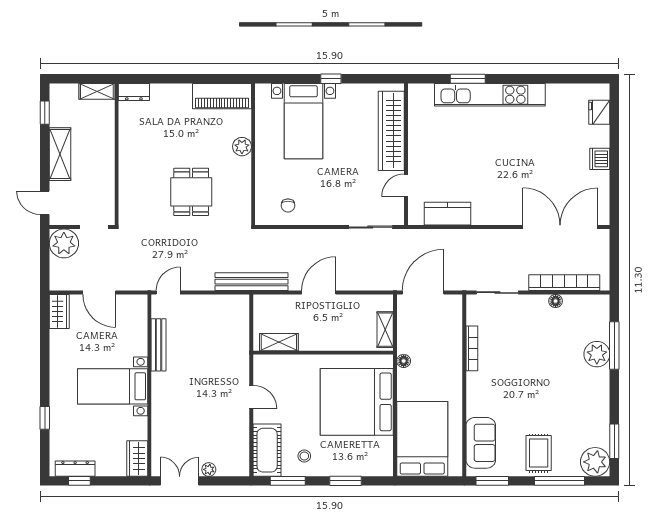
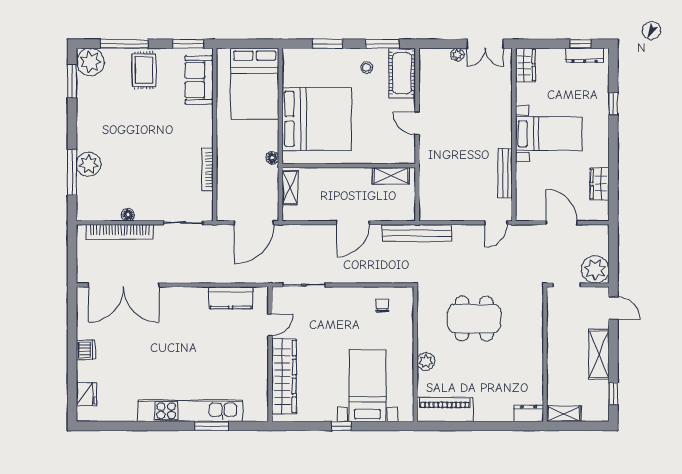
dining table: (191, 192) -> (474, 318), width x1.38
wardrobe: (59, 311) -> (600, 184), moved

